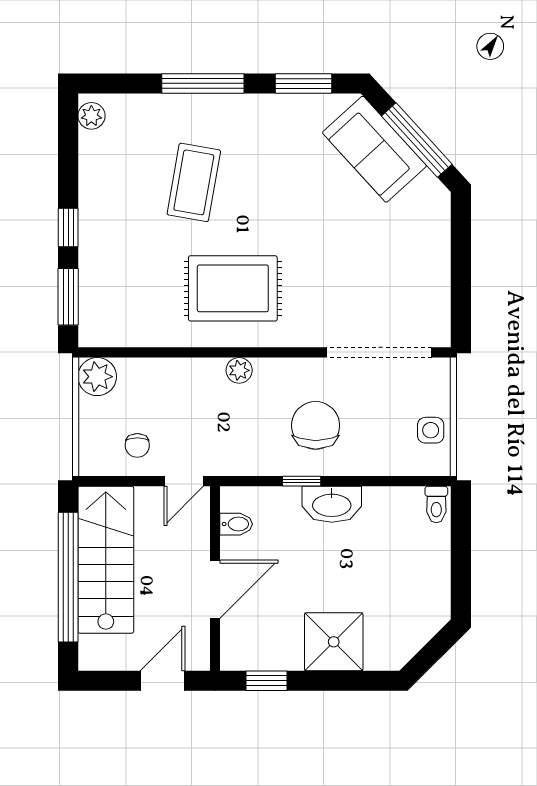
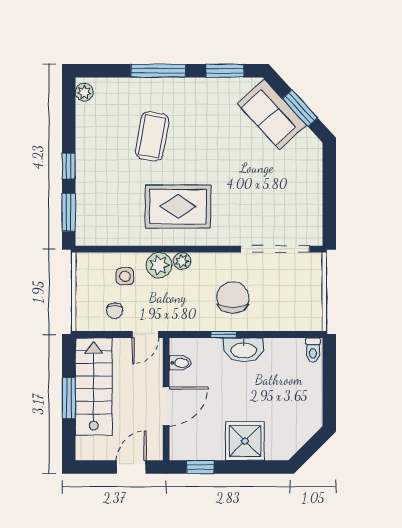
window: (417, 140) -> (300, 108), width x0.69
plant: (97, 377) -> (159, 265), moved
side table: (431, 430) -> (125, 276), moved
window: (68, 577) -> (69, 398), width x0.47

